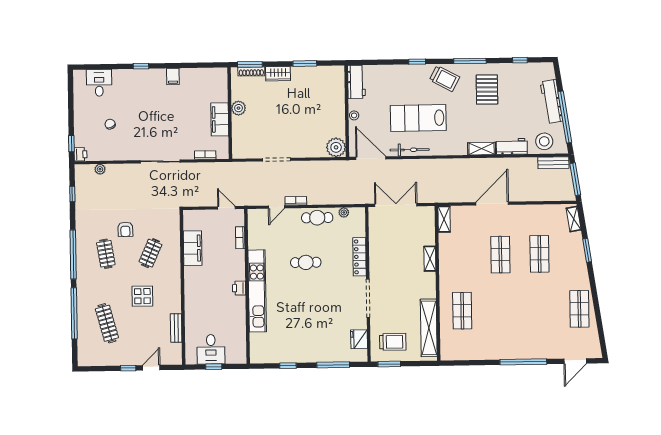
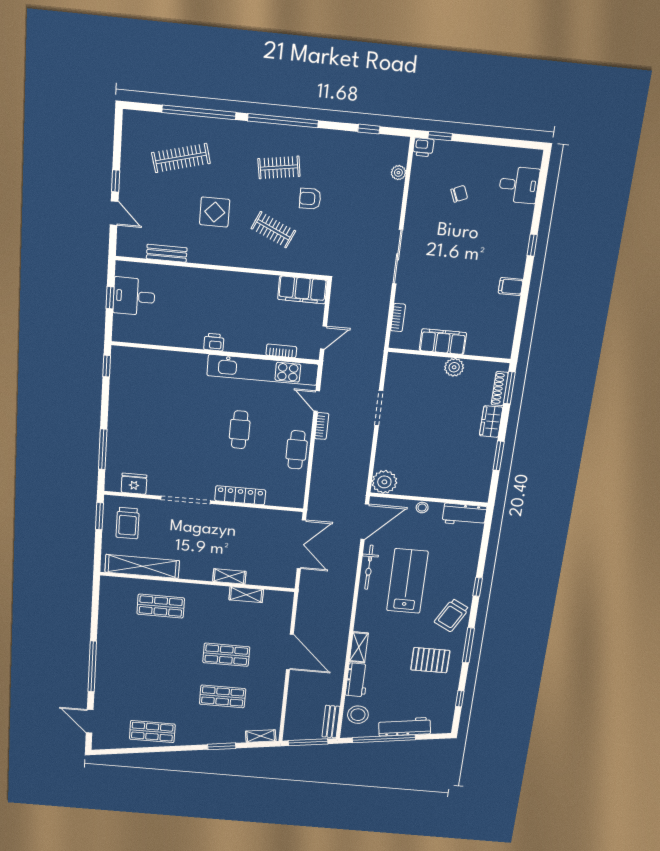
plant: (344, 212) -> (299, 482), removed
shelving: (444, 219) -> (246, 595), moved
filing cabinet: (193, 248) -> (302, 290), moved
kitchen unit: (257, 291) -> (263, 370), moved
window: (288, 366) -> (107, 366), moved

